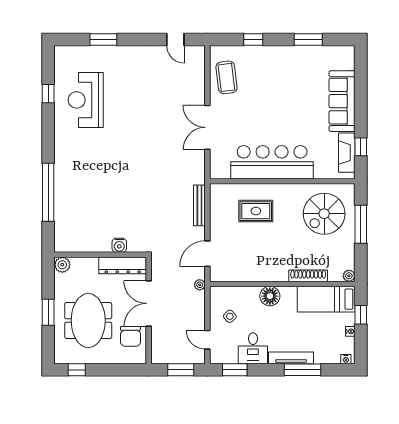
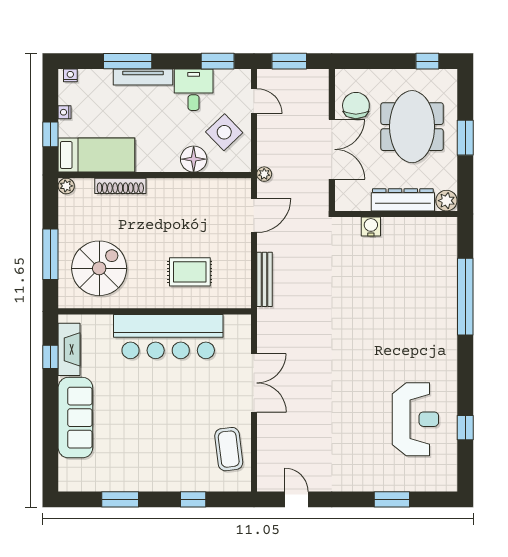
dresser: (123, 265) -> (403, 200), moved
floor lamp: (270, 296) -> (194, 159), moved
side table: (230, 316) -> (224, 132), width x1.87, depth x1.87

